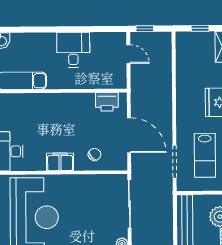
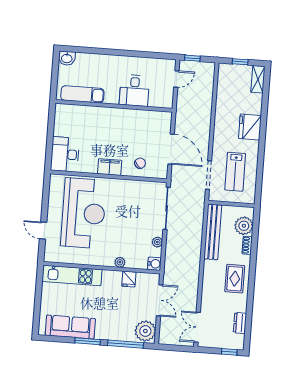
desk: (73, 50) -> (134, 90), moved, turned 180
door: (128, 54) -> (176, 79), hinge flipped
printer: (107, 102) -> (154, 119), removed

